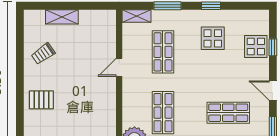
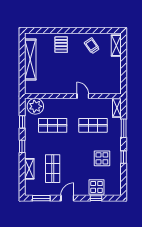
shelving: (62, 17) -> (116, 46), moved

